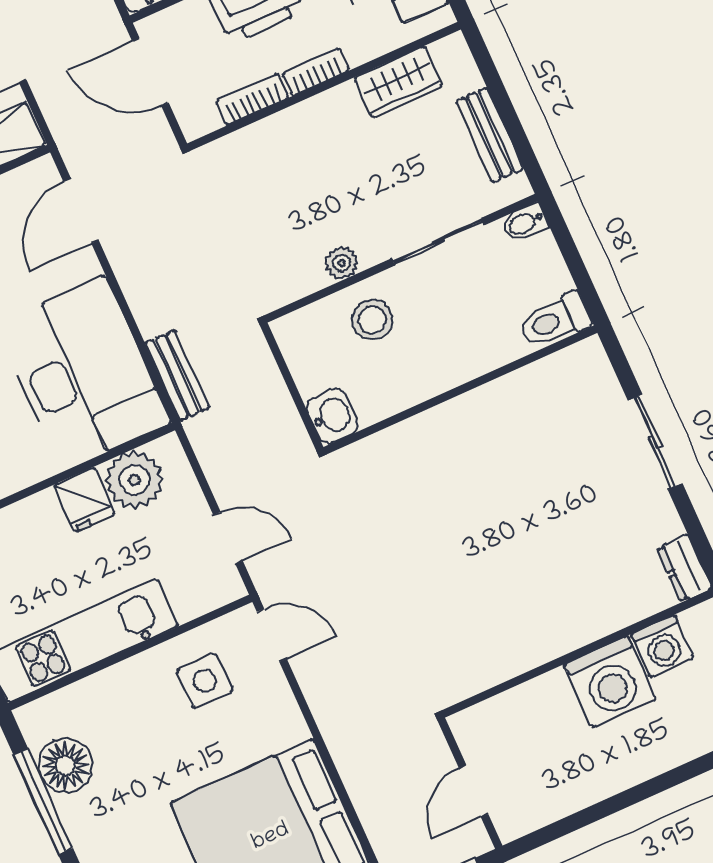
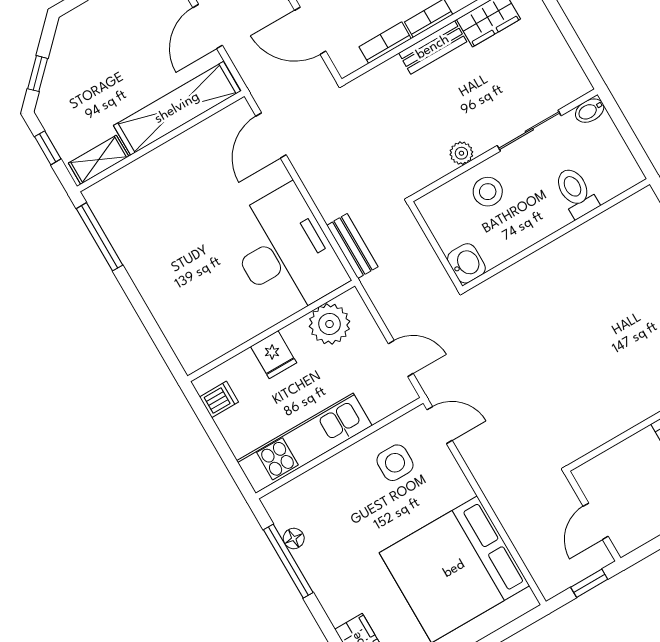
bench: (490, 135) -> (433, 47), moved, turned 90
toilet: (555, 321) -> (576, 192), moved, turned 90
fridge: (85, 500) -> (274, 355), moved
floor lamp: (65, 766) -> (294, 538), width x0.53, depth x0.53

